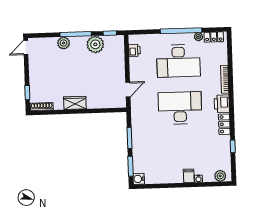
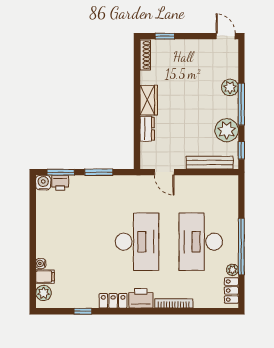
printer: (134, 50) -> (60, 183), moved
bench: (120, 56) -> (210, 163), added
dresser: (96, 103) -> (147, 129), added
filing cabinet: (189, 176) -> (45, 277), moved

